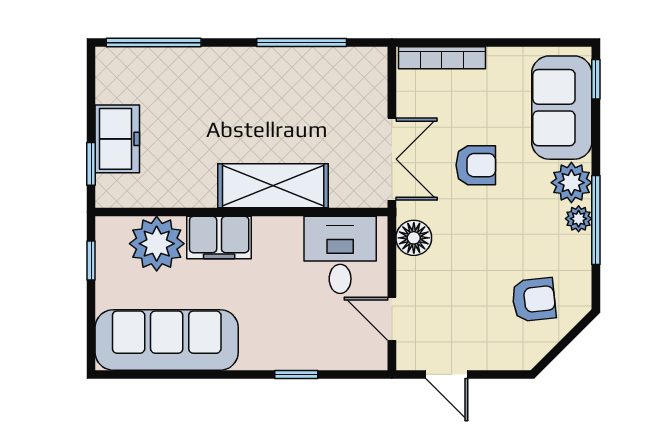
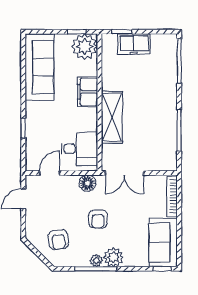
sofa: (562, 108) -> (163, 242), moved, turned -90
armchair: (476, 165) -> (98, 219), moved
plant: (157, 244) -> (85, 47), moved

